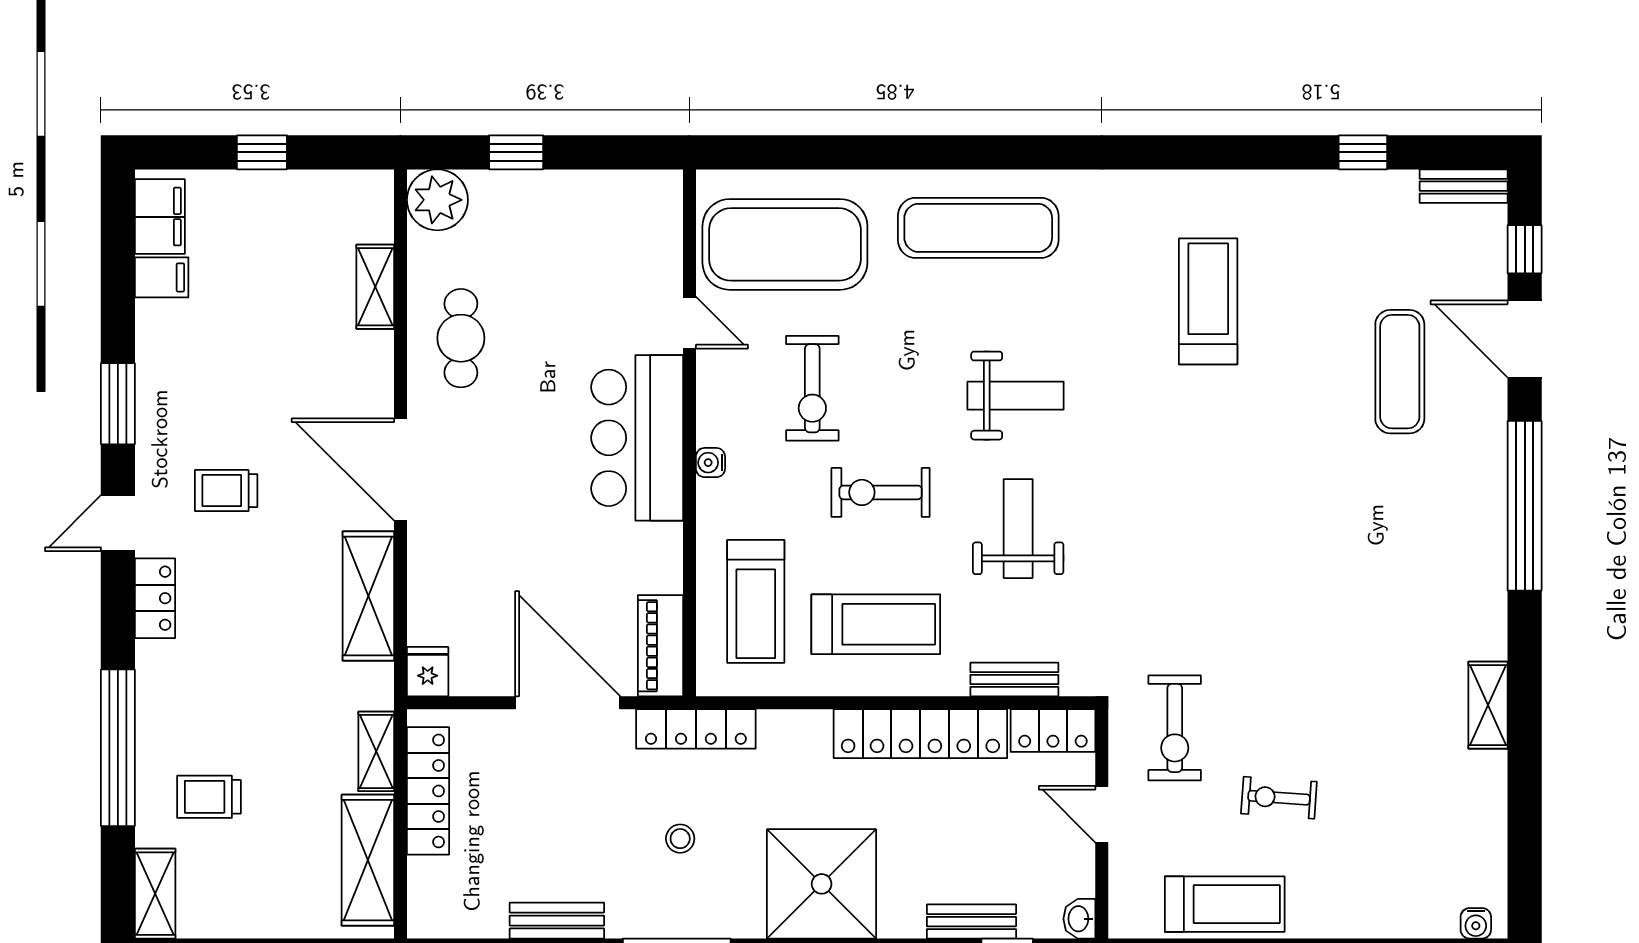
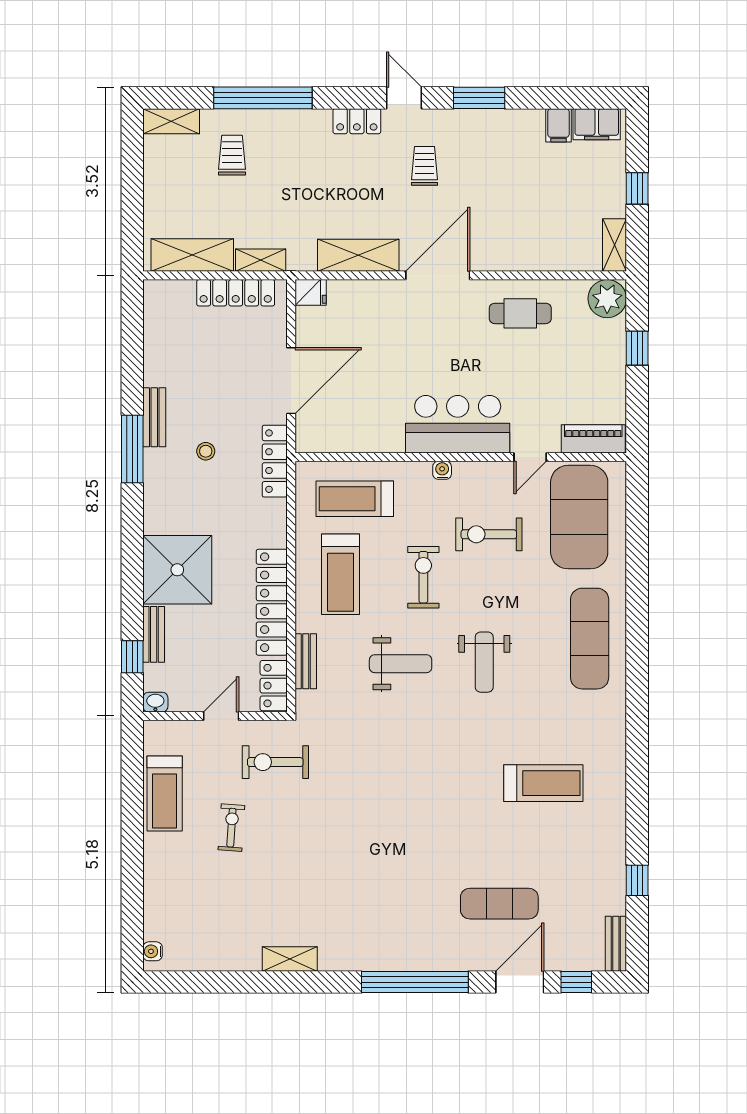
shelving: (375, 287) -> (615, 245), moved, turned 90
piano: (660, 646) -> (593, 439), moved
shower: (822, 884) -> (177, 570), moved
bench: (557, 921) -> (154, 417), moved

